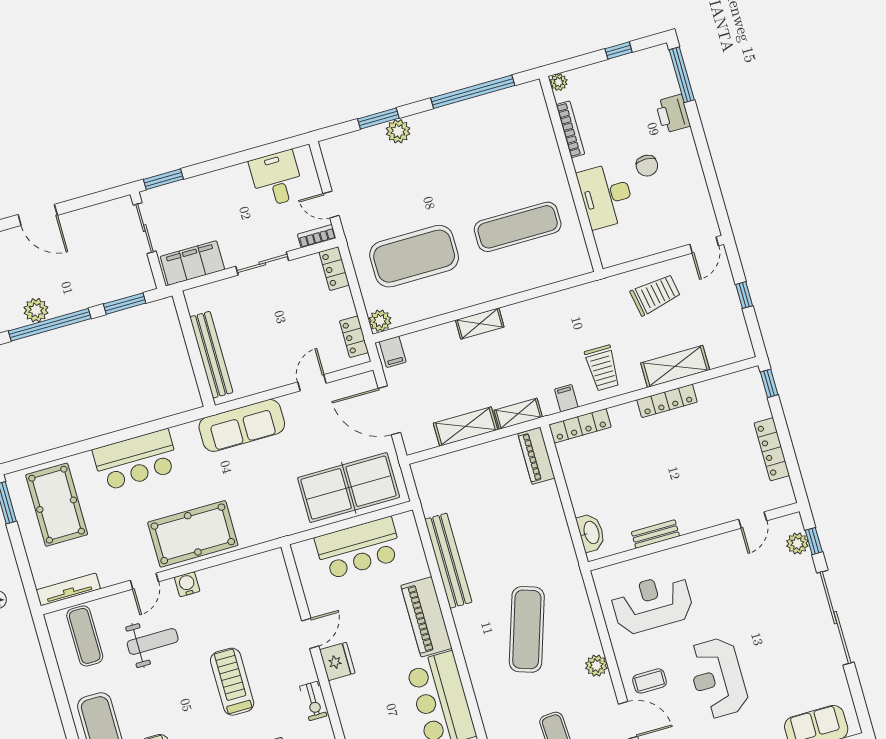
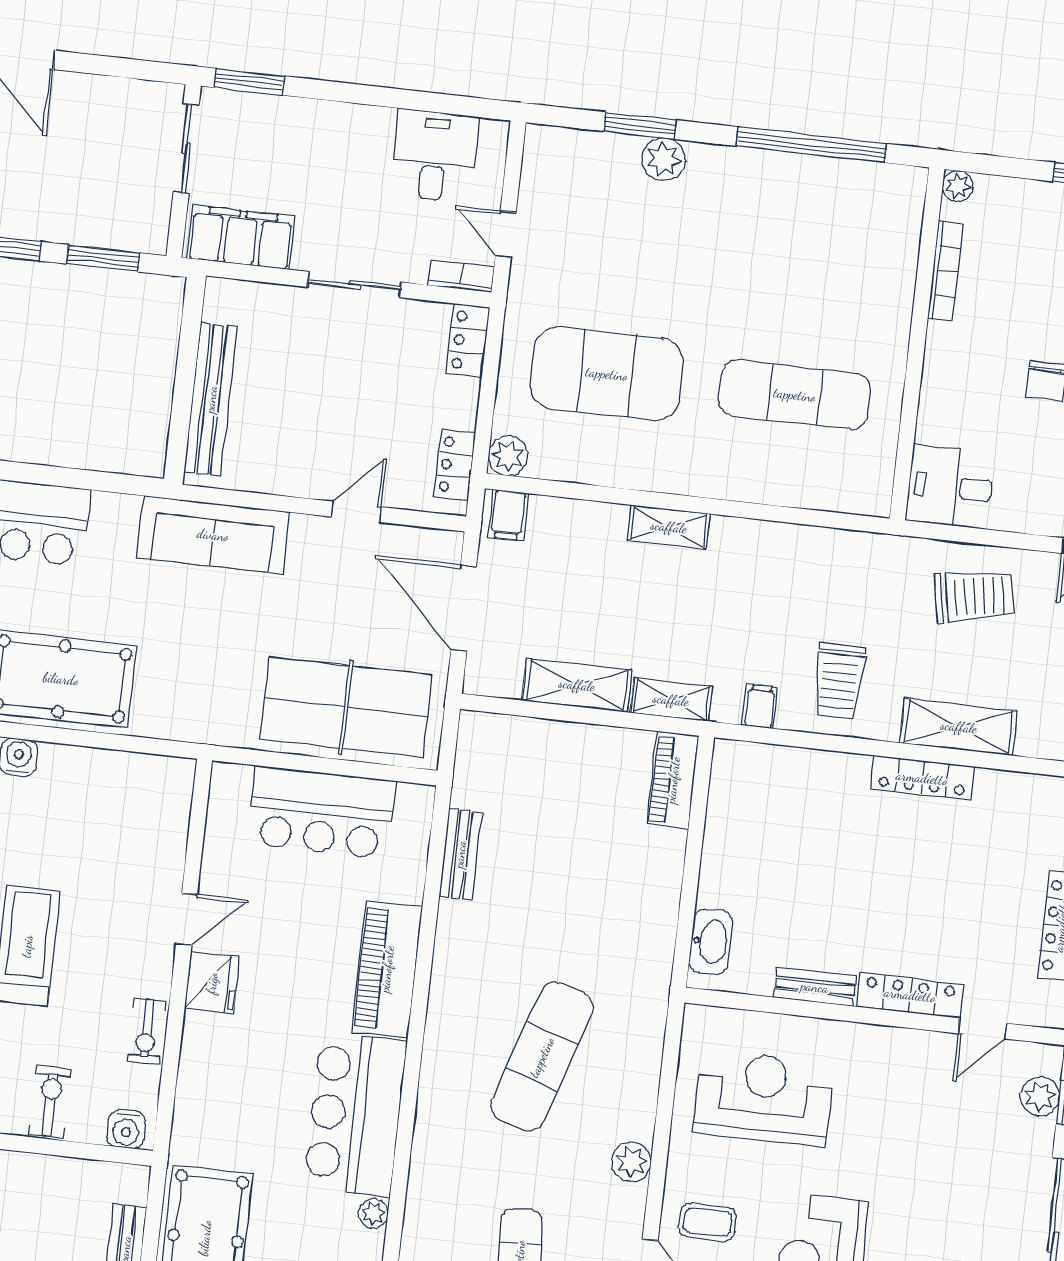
desk: (606, 196) -> (950, 487), moved, width x0.73
locker: (580, 426) -> (910, 995), moved, turned 180
bench: (448, 561) -> (460, 854), width x0.54, depth x0.82

